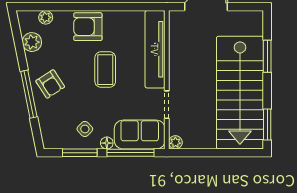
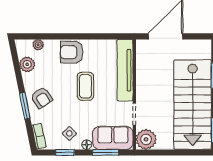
window: (29, 94) -> (25, 106), width x0.69
bookcase: (47, 132) -> (39, 136), added
plant: (175, 142) -> (146, 139), width x1.88, depth x1.88
window: (80, 153) -> (65, 152), width x0.67
window: (130, 153) -> (106, 152), width x0.69

